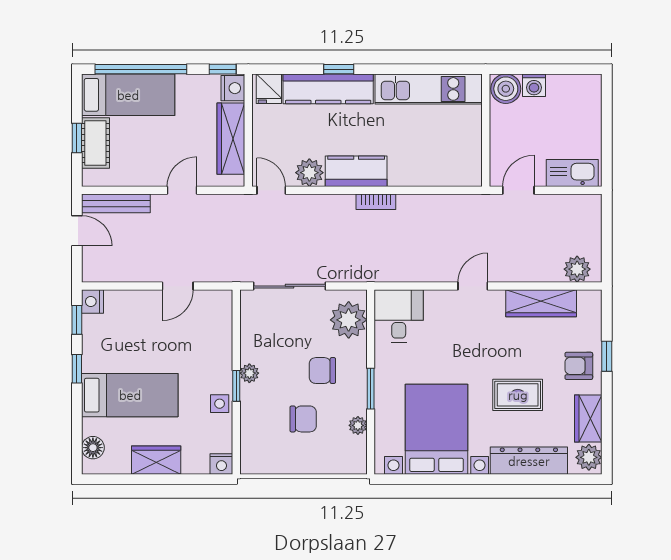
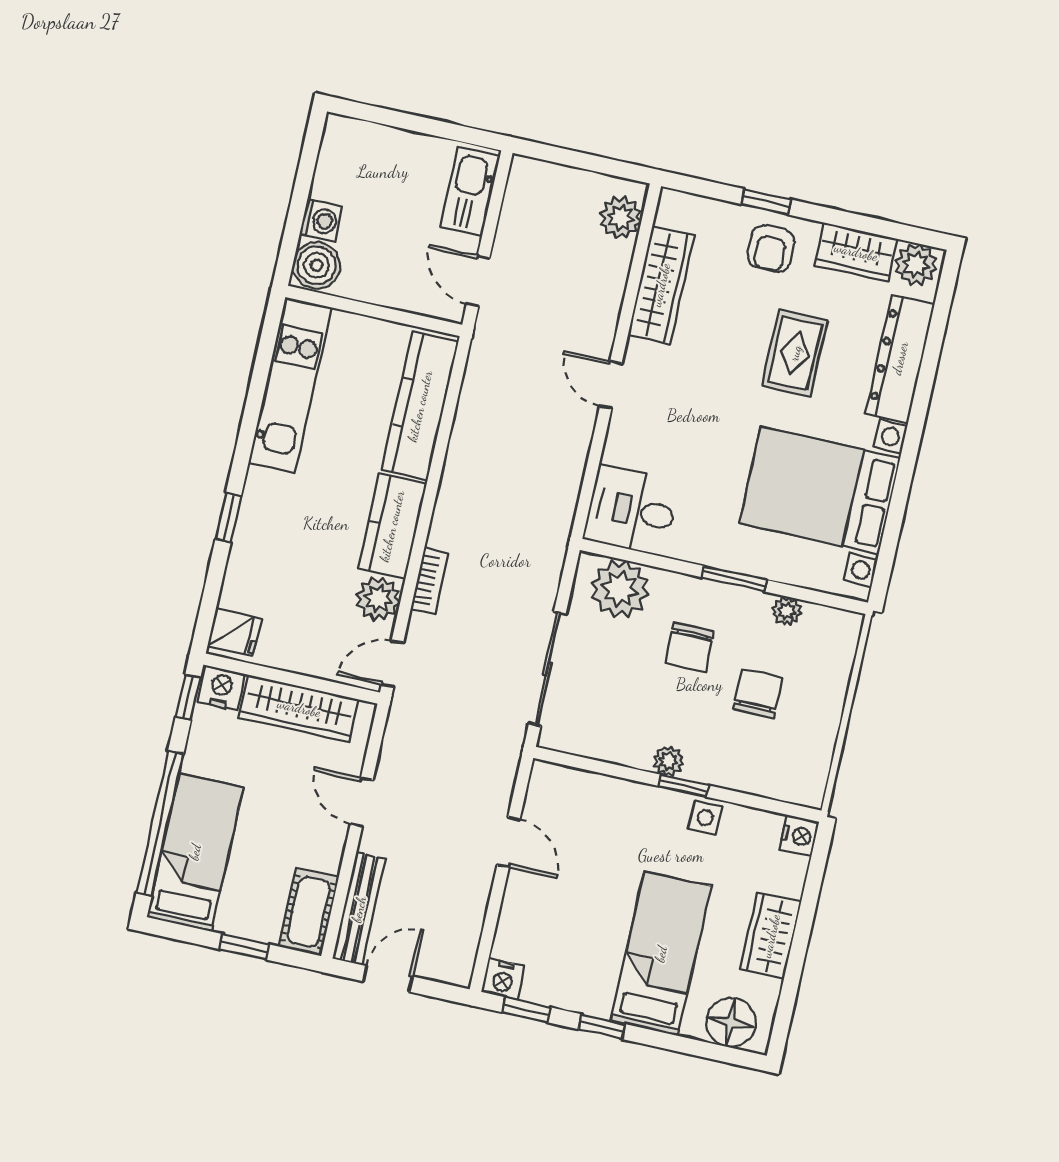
kitchen counter: (328, 89) -> (420, 406), moved, turned 180
cot: (95, 143) -> (309, 912), moved, turned 90
bookcase: (376, 202) -> (430, 581), moved
floor lamp: (93, 448) -> (731, 1023), width x1.38, depth x1.38

